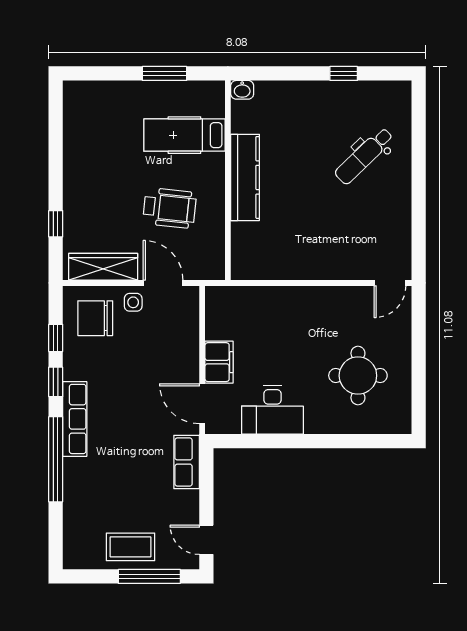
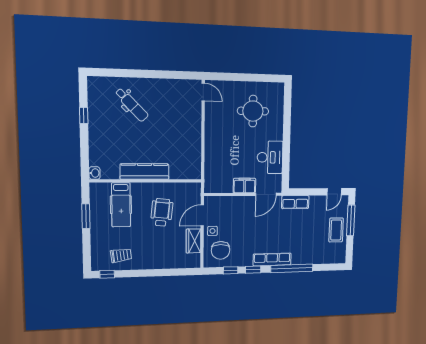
trolley: (90, 134) -> (121, 255), added
window: (56, 224) -> (107, 274), moved
wardrobe: (103, 267) -> (194, 241), width x0.67

